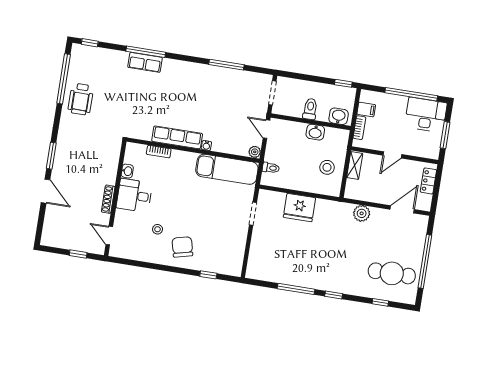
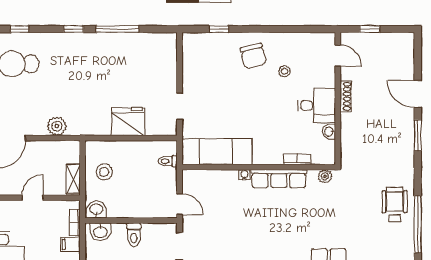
washbasin: (315, 132) -> (96, 210), moved
plant: (255, 152) -> (325, 176), moved

